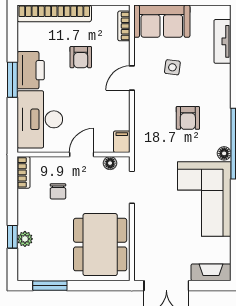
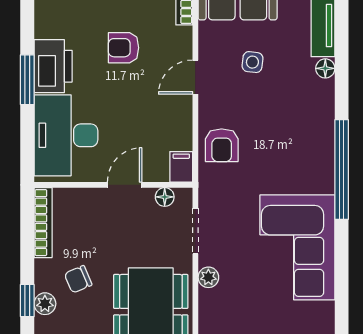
armchair: (81, 57) -> (123, 48), turned 90
armchair: (188, 118) -> (222, 145), moved
floor lamp: (224, 153) -> (325, 68), moved
bookcase: (24, 172) -> (43, 223), width x1.56
chair: (58, 191) -> (78, 279), moved, turned 67
plant: (141, 220) -> (208, 277), added

